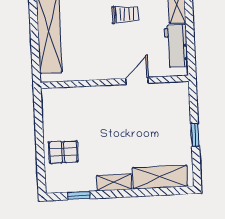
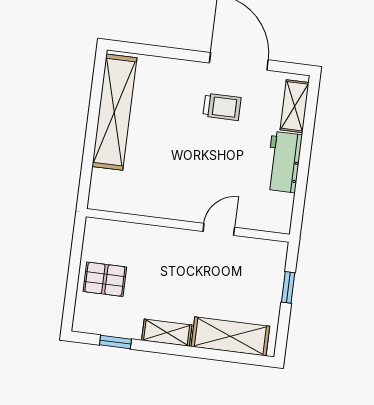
door: (137, 81) -> (219, 229), moved
wall: (115, 82) -> (188, 225), moved

